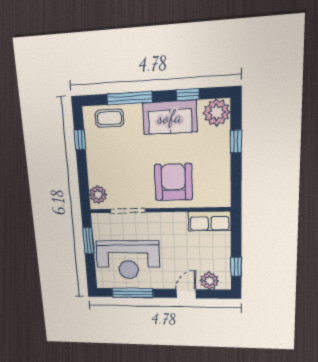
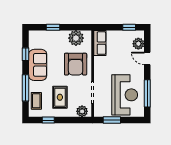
plant: (217, 113) -> (76, 38), moved
rug: (118, 158) -> (60, 97), added
armchair: (173, 182) -> (76, 64), turned -90

